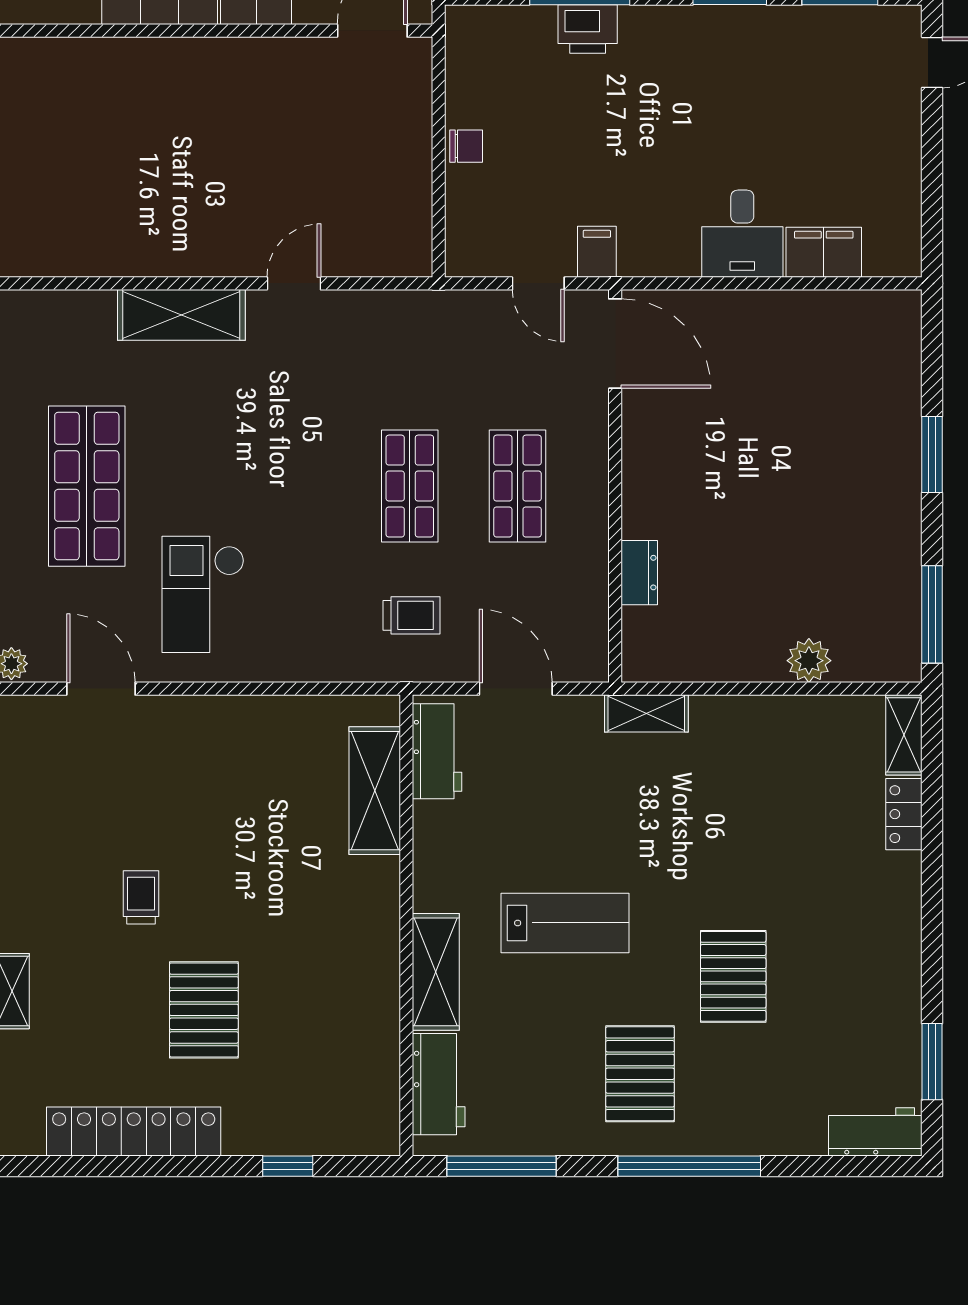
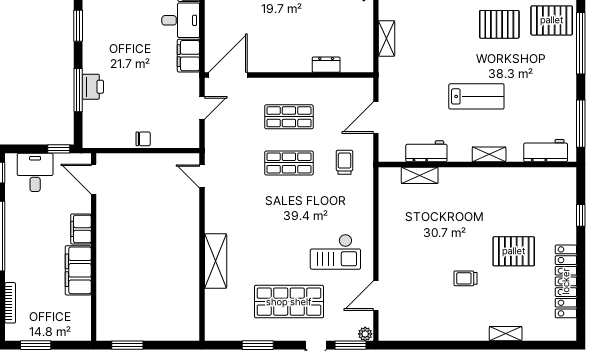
chair: (466, 146) -> (143, 139), turned 90
filing cabinet: (597, 252) -> (188, 56), moved, width x2.00
door: (294, 283) -> (202, 176), moved
shelving: (646, 713) -> (387, 38), moved
workbench: (437, 751) -> (426, 151), moved
shelving: (375, 791) -> (420, 175), width x0.67, depth x0.75
lab bench: (565, 923) -> (476, 96), turned 90
shelving: (436, 972) -> (489, 154), width x0.67, depth x0.75
pallet: (640, 1074) -> (552, 20), moved

